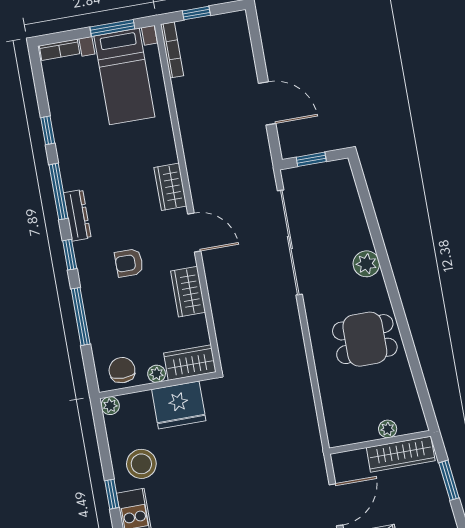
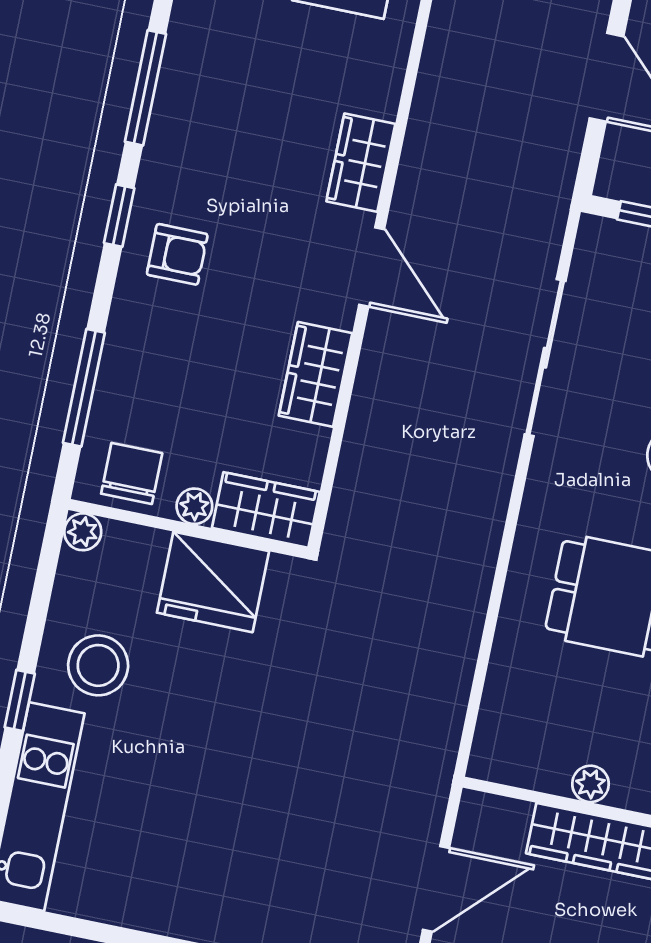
dresser: (77, 215) -> (163, 147), removed
sliding door: (290, 243) -> (545, 358), width x0.73
armchair: (129, 263) -> (177, 254), moved, turned 180
window: (81, 316) -> (84, 388), moved

